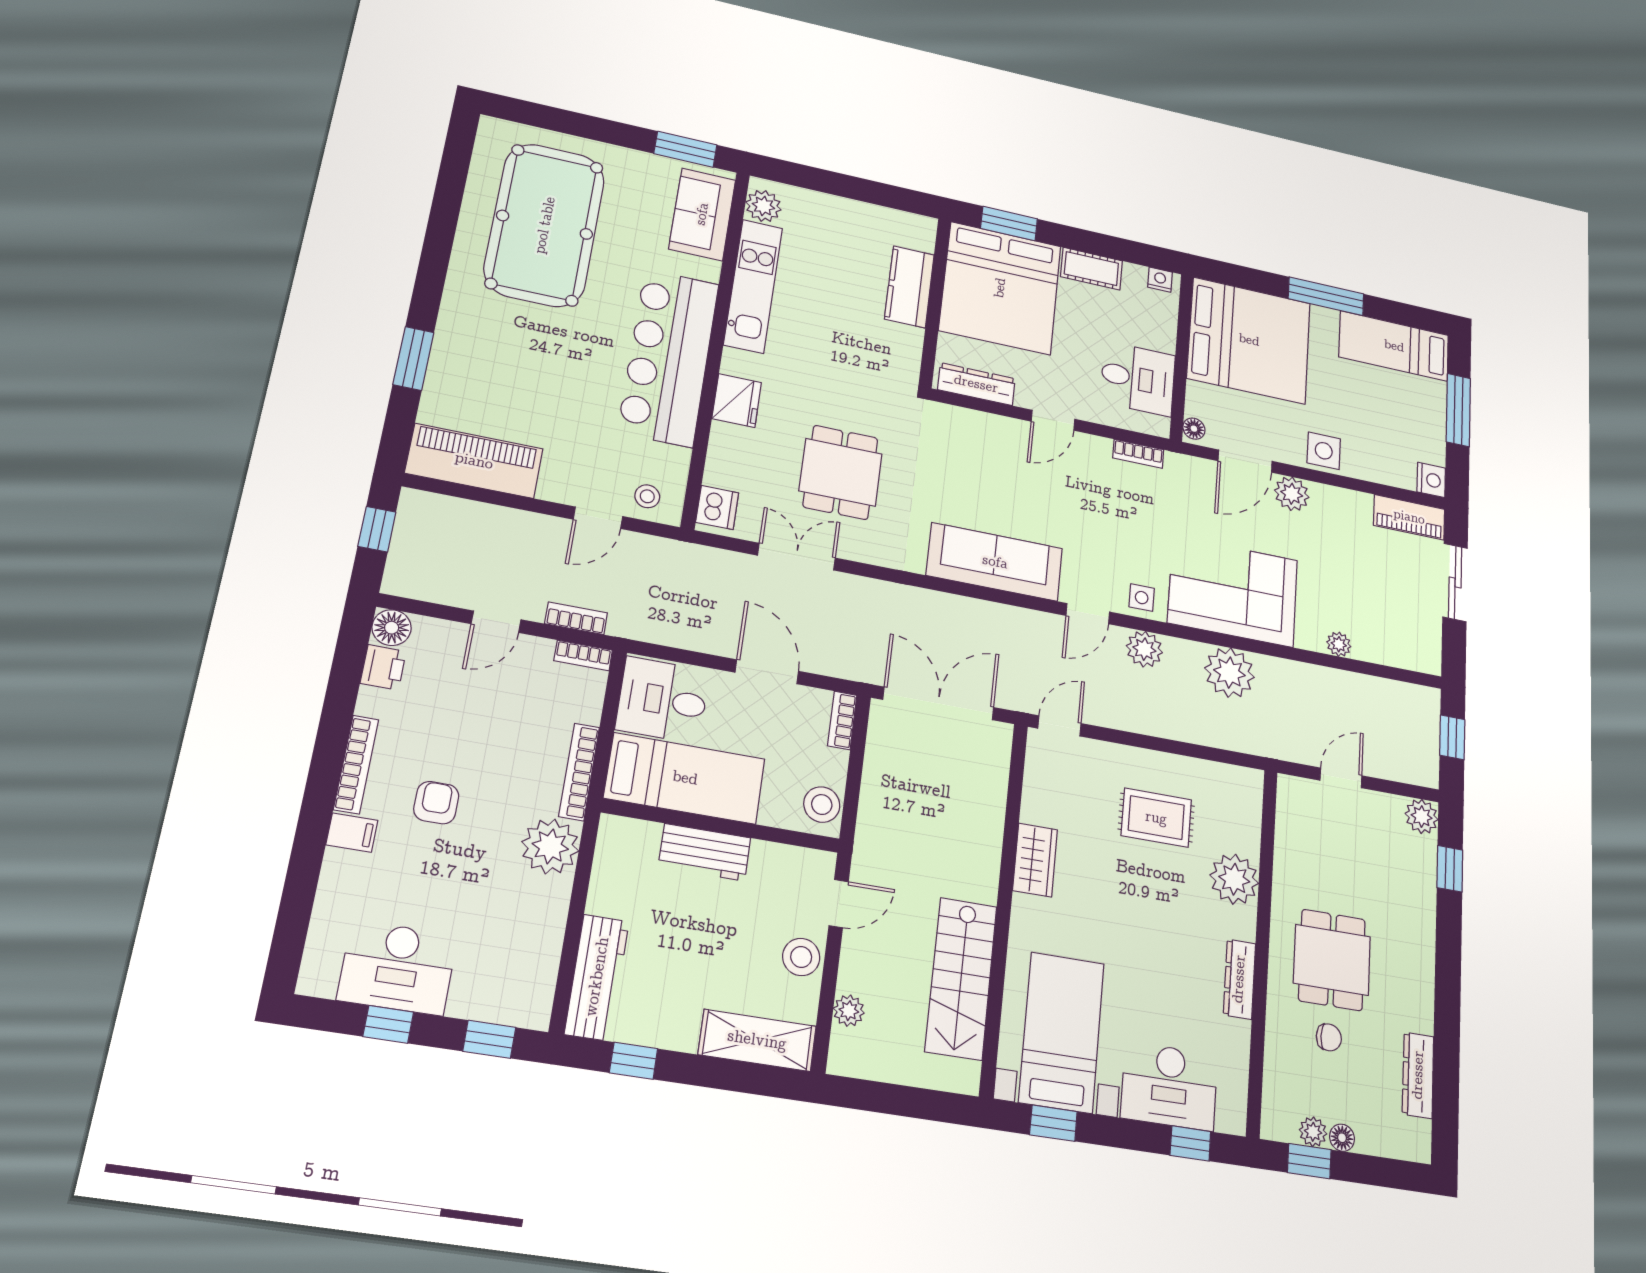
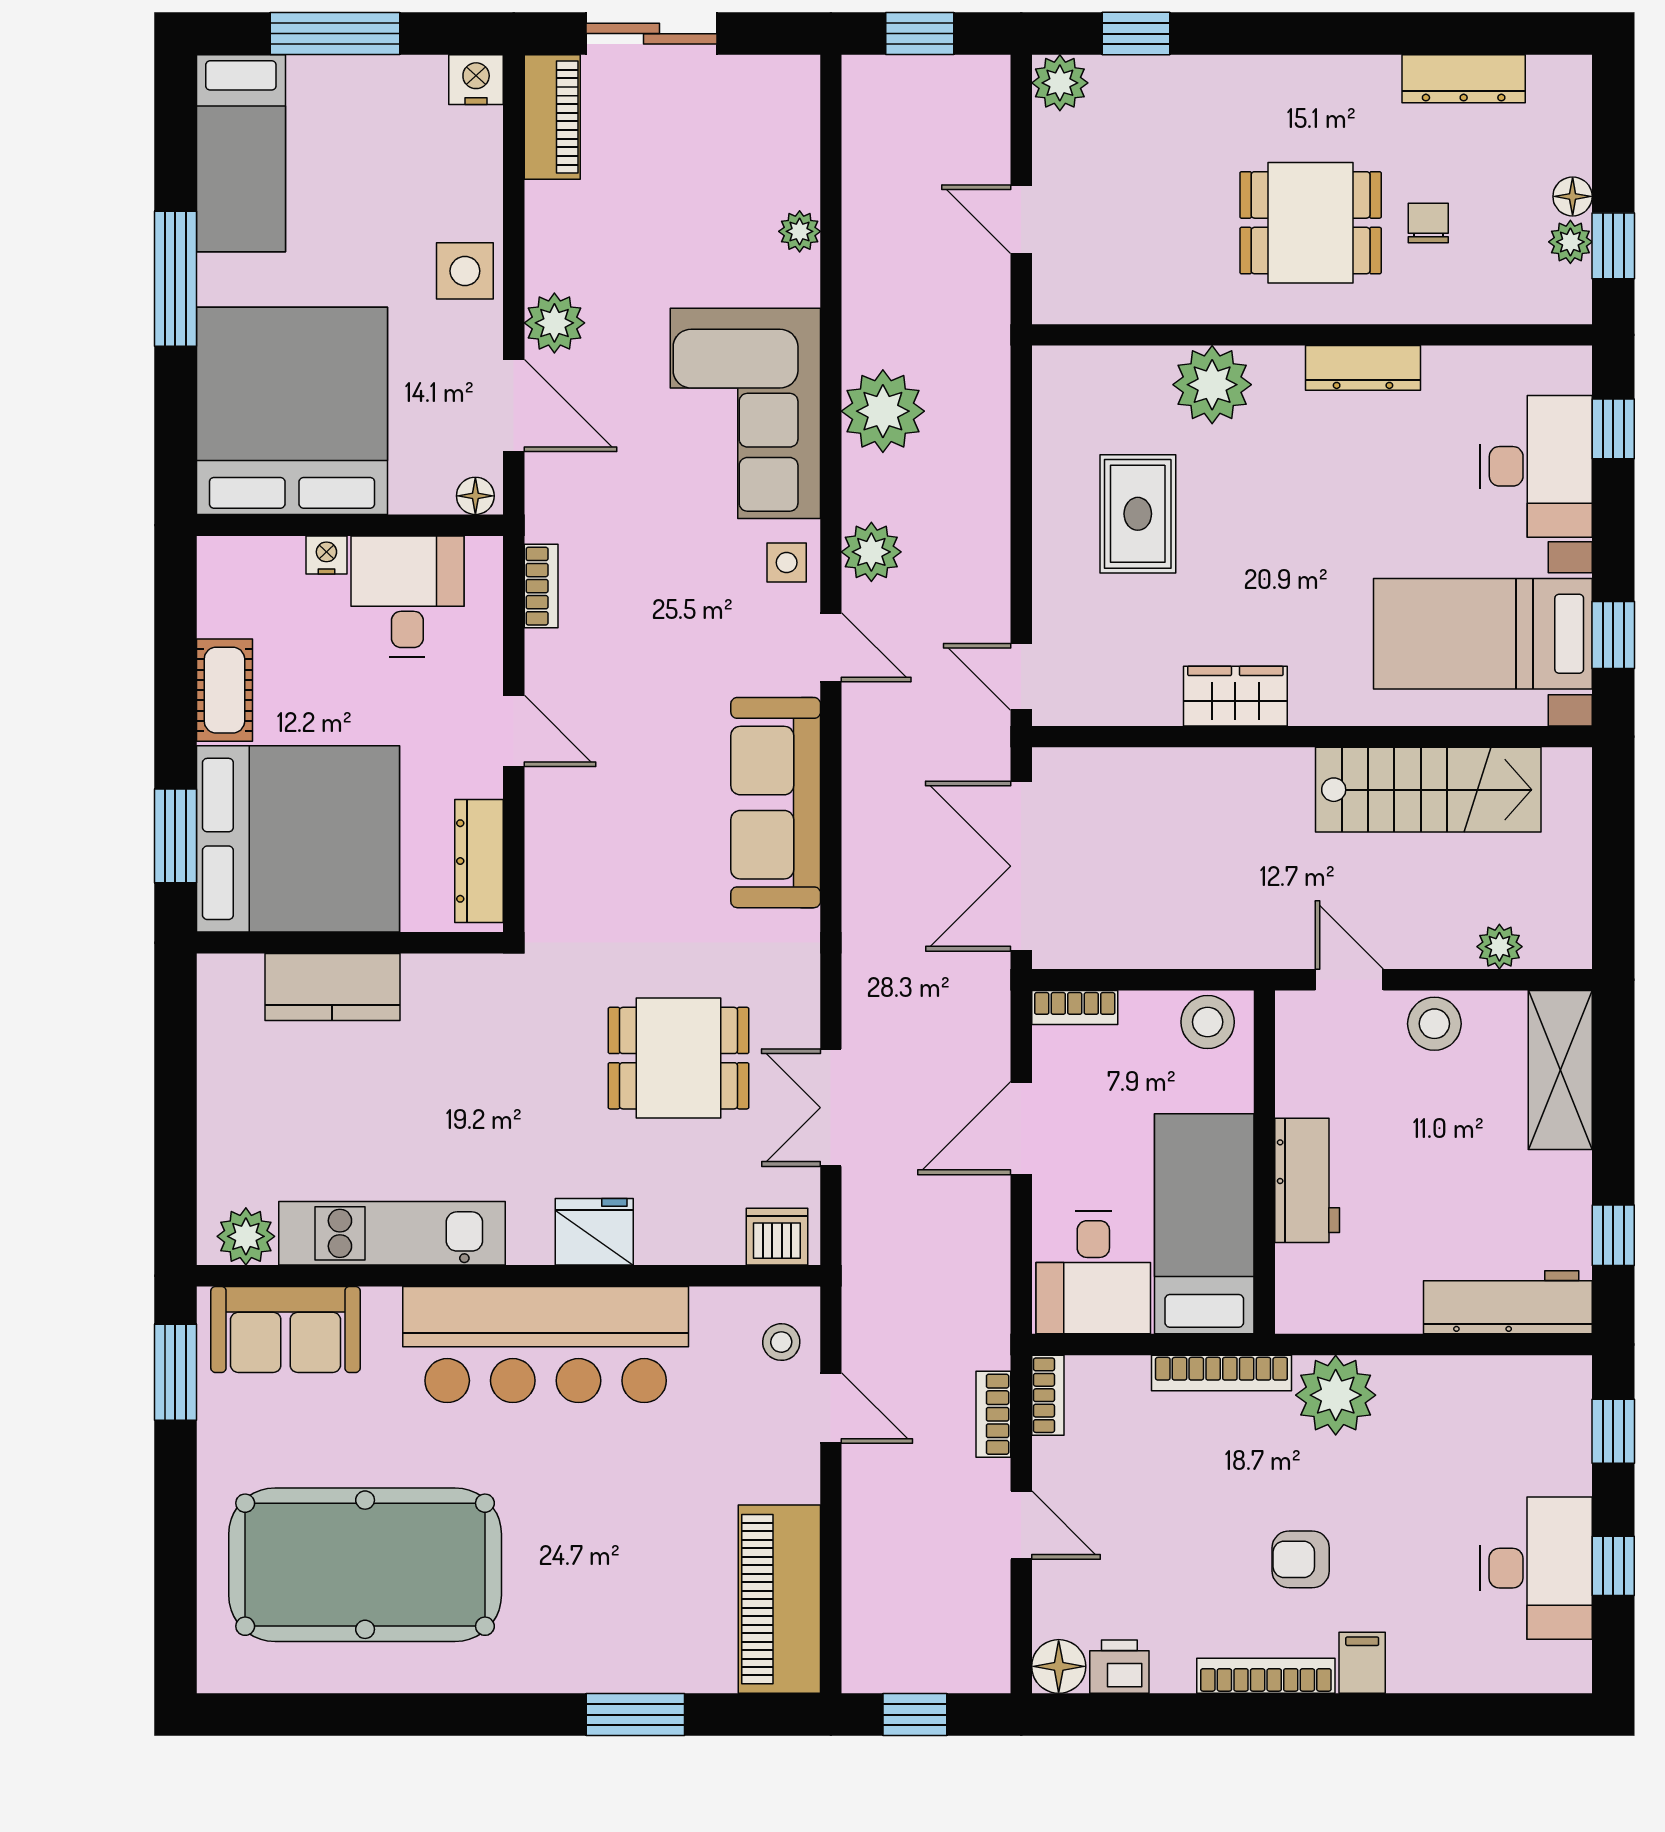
nightstand: (1160, 280) -> (326, 555), moved, turned 90

